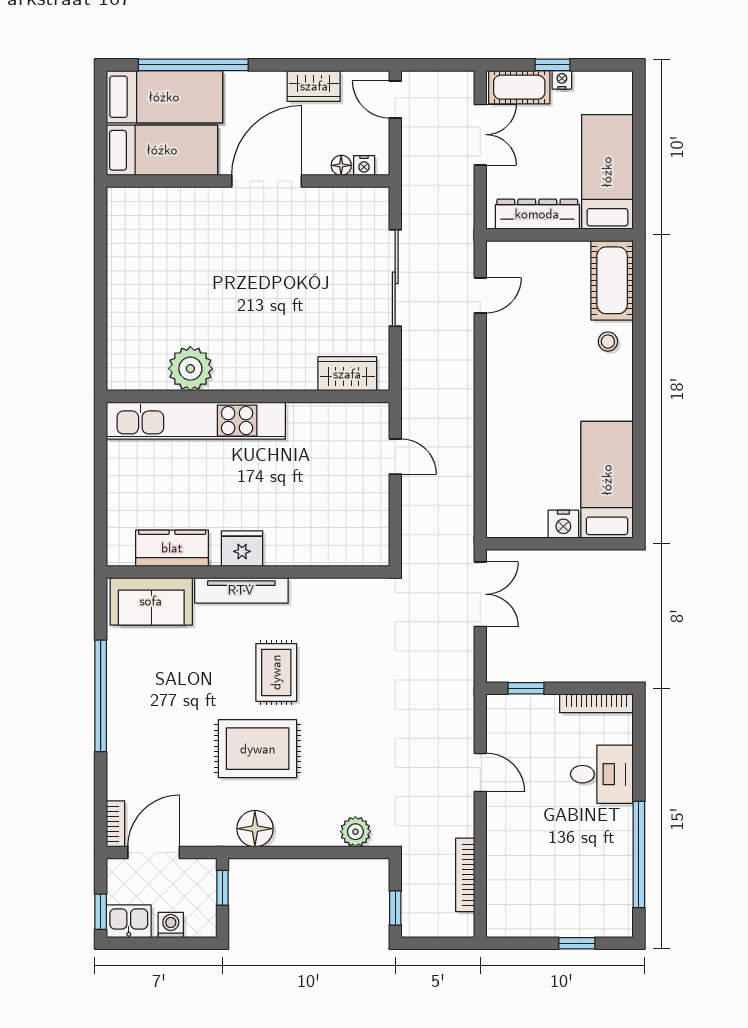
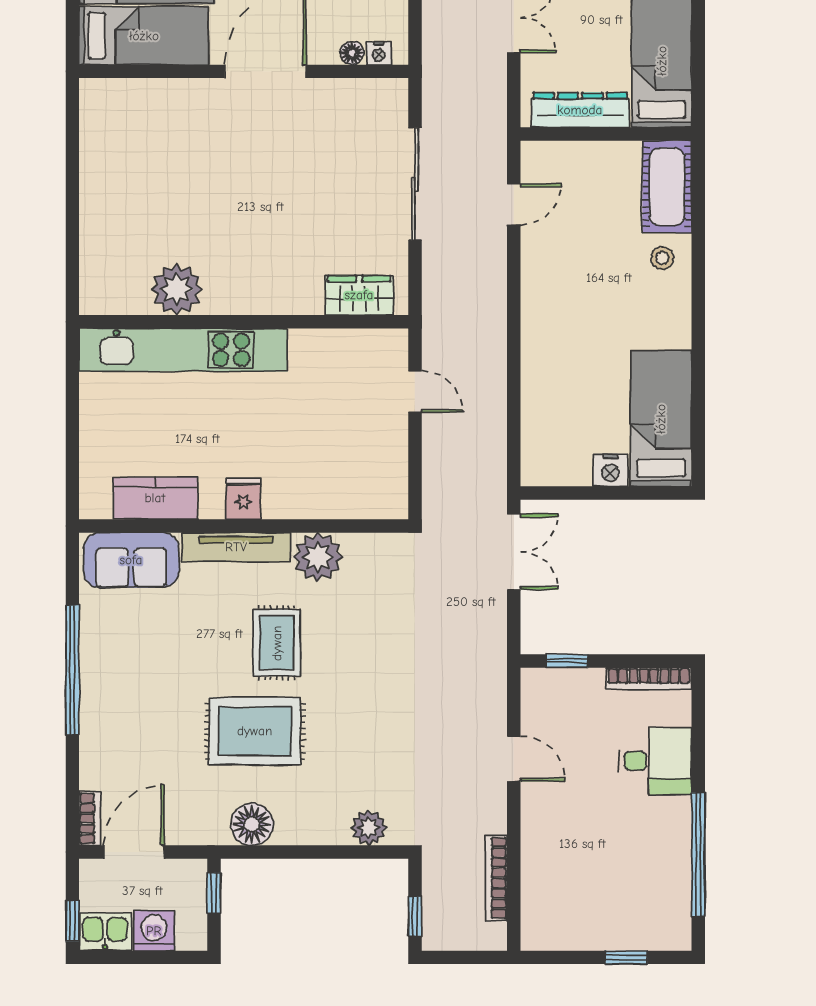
fridge: (242, 549) -> (243, 499), width x0.72
plant: (312, 599) -> (318, 557), added
washing machine: (171, 925) -> (154, 931), width x1.38, depth x1.38

